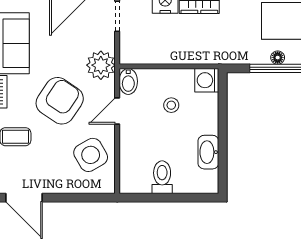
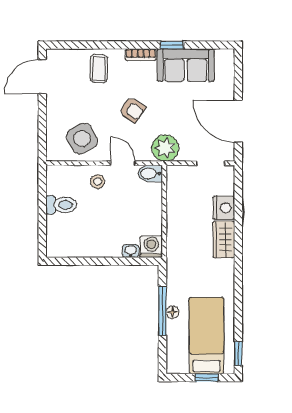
armchair: (60, 101) -> (132, 110), width x0.53, depth x0.53
stool: (171, 105) -> (98, 182), moved
washbasin: (208, 152) -> (131, 251), moved, width x0.52, depth x0.69

